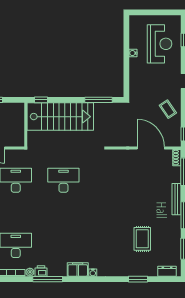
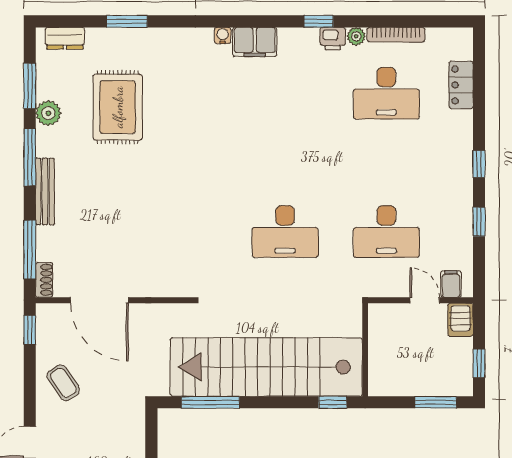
stairs: (60, 117) -> (266, 367), width x1.36
plant: (175, 236) -> (48, 113), added
rug: (142, 239) -> (118, 107), width x1.36, depth x1.43
window: (48, 279) -> (319, 21), width x0.46

